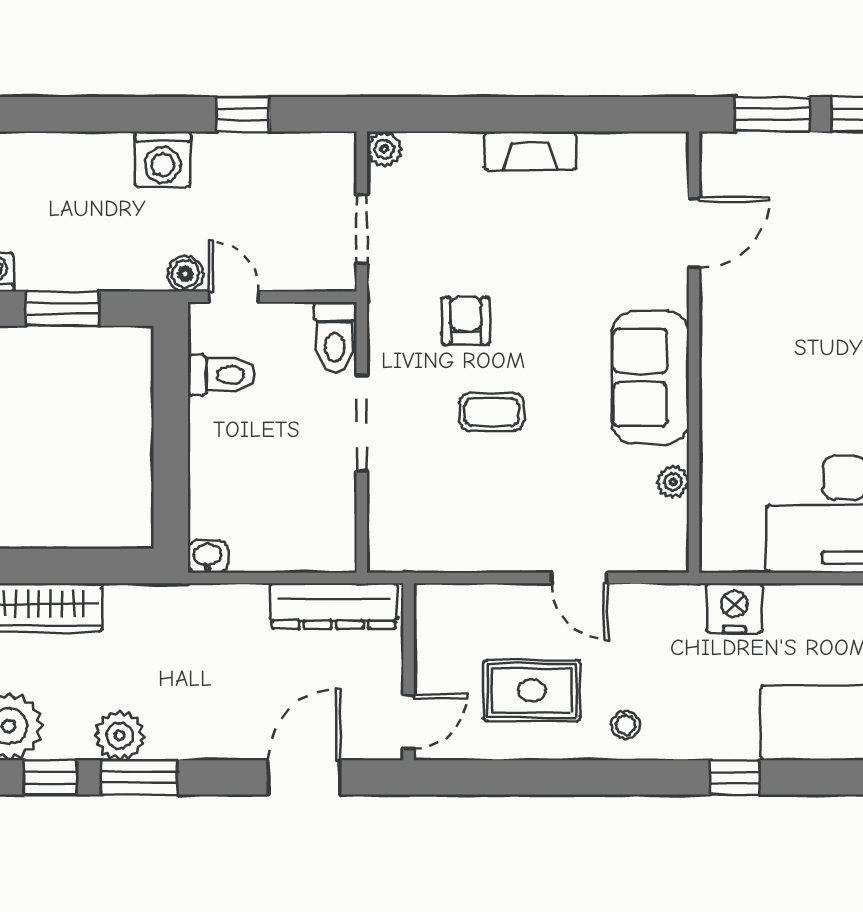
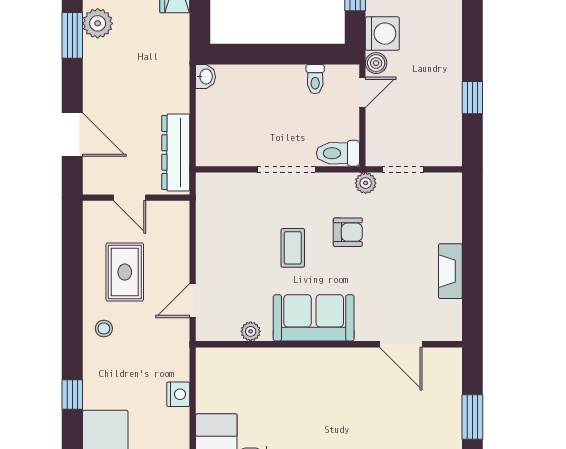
plant: (384, 149) -> (366, 183), moved
washing machine: (163, 159) -> (382, 34), moved, turned 180
door: (694, 233) -> (401, 344), moved
wall: (694, 352) -> (329, 344), moved
toilet: (222, 375) -> (315, 79), width x0.73, depth x0.72
sofa: (650, 377) -> (314, 318), moved
plant: (673, 482) -> (251, 331), moved
nightstand: (734, 608) -> (178, 394), width x0.74, depth x0.75
door: (409, 722) -> (130, 198), moved

